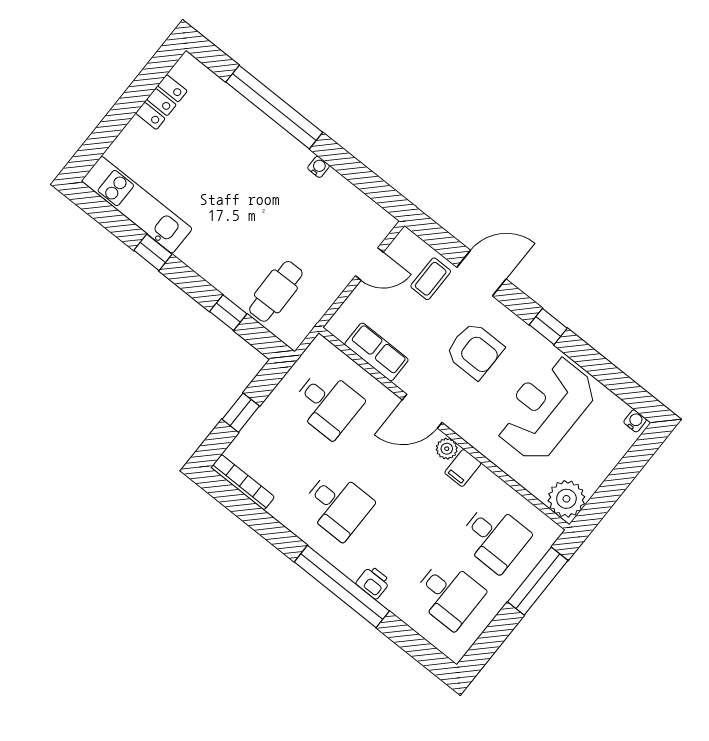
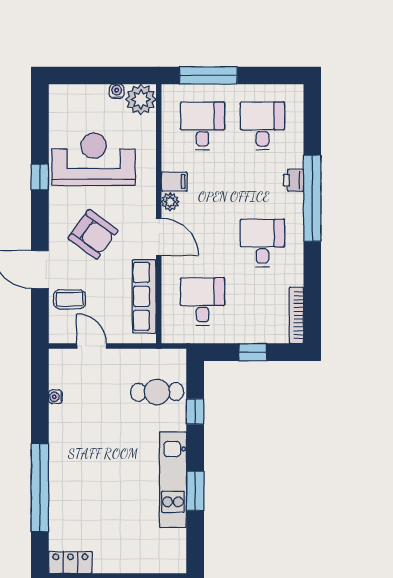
locker: (161, 102) -> (70, 562), moved
water cooler: (319, 167) -> (55, 397), moved
kitchen unit: (137, 205) -> (173, 480), moved
window: (153, 252) -> (195, 491), width x1.50
window: (548, 327) -> (40, 177), moved
armchair: (475, 350) -> (93, 234), turned 126
row of seats: (377, 352) -> (144, 296), width x1.48
reception desk: (545, 408) -> (94, 159), turned 180
water cooler: (635, 421) -> (117, 91), moved, turned 90

